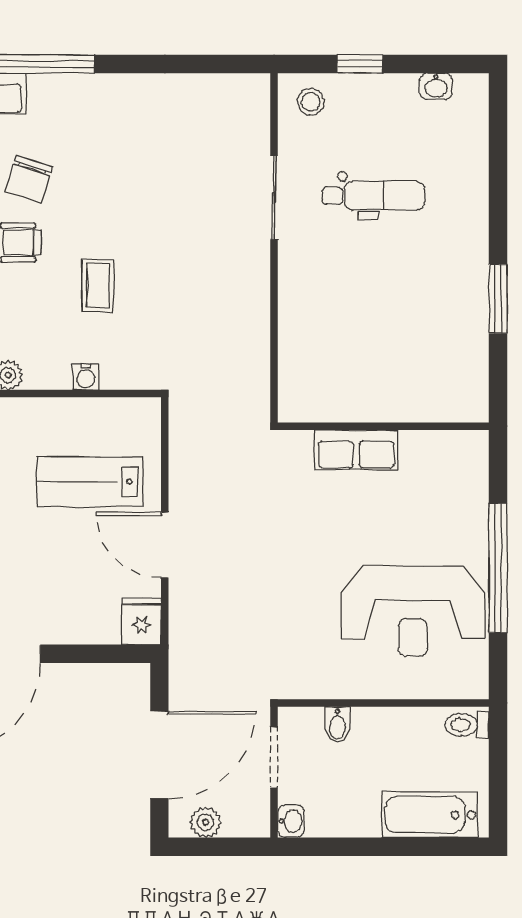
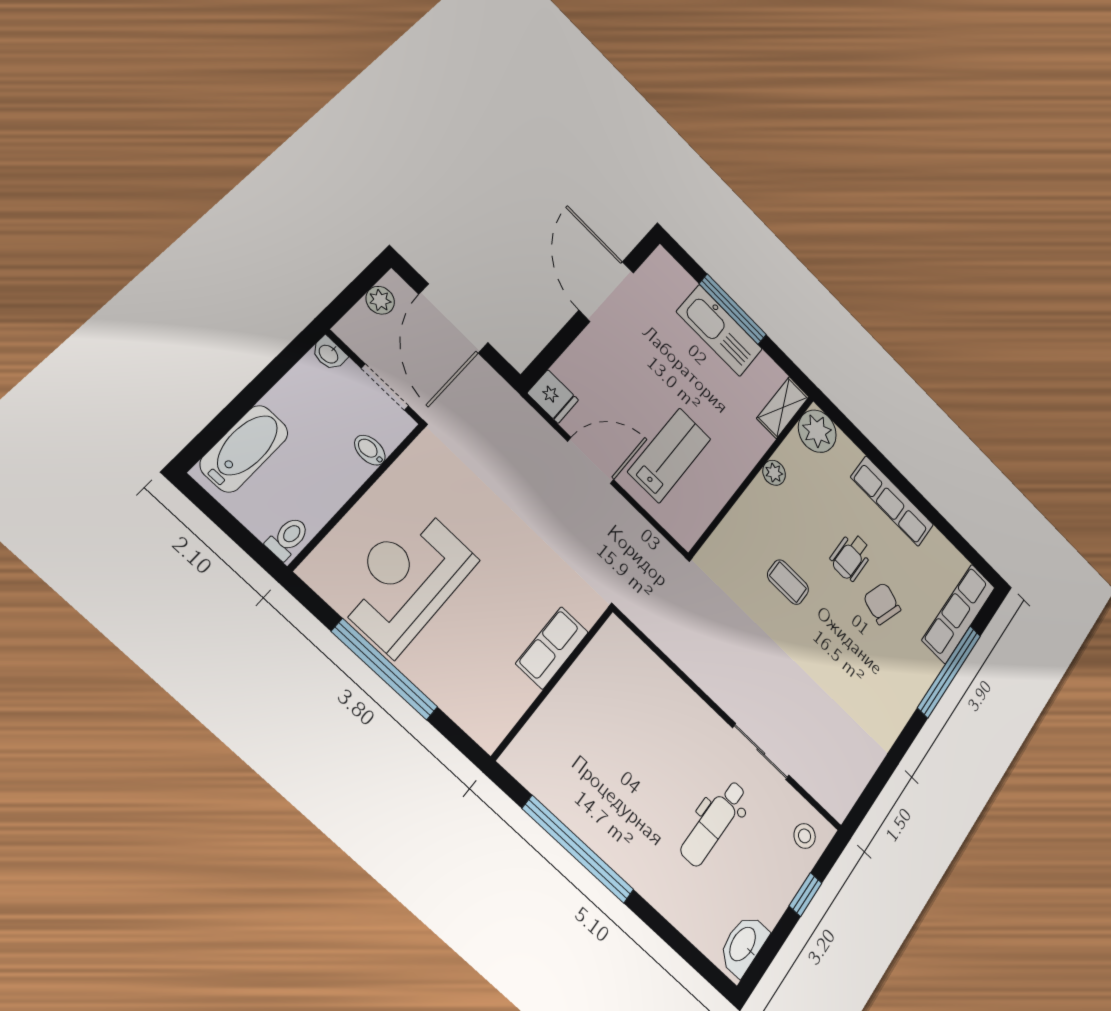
washbasin: (436, 86) -> (743, 945), width x1.91, depth x1.45
window: (498, 299) -> (578, 849), width x2.11
water cooler: (86, 377) -> (737, 519), removed

